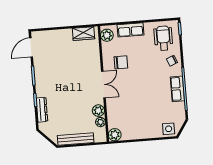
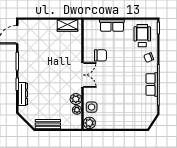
plant: (107, 35) -> (89, 29), removed
side table: (169, 129) -> (92, 107), moved
bench: (76, 139) -> (48, 124), width x0.73

